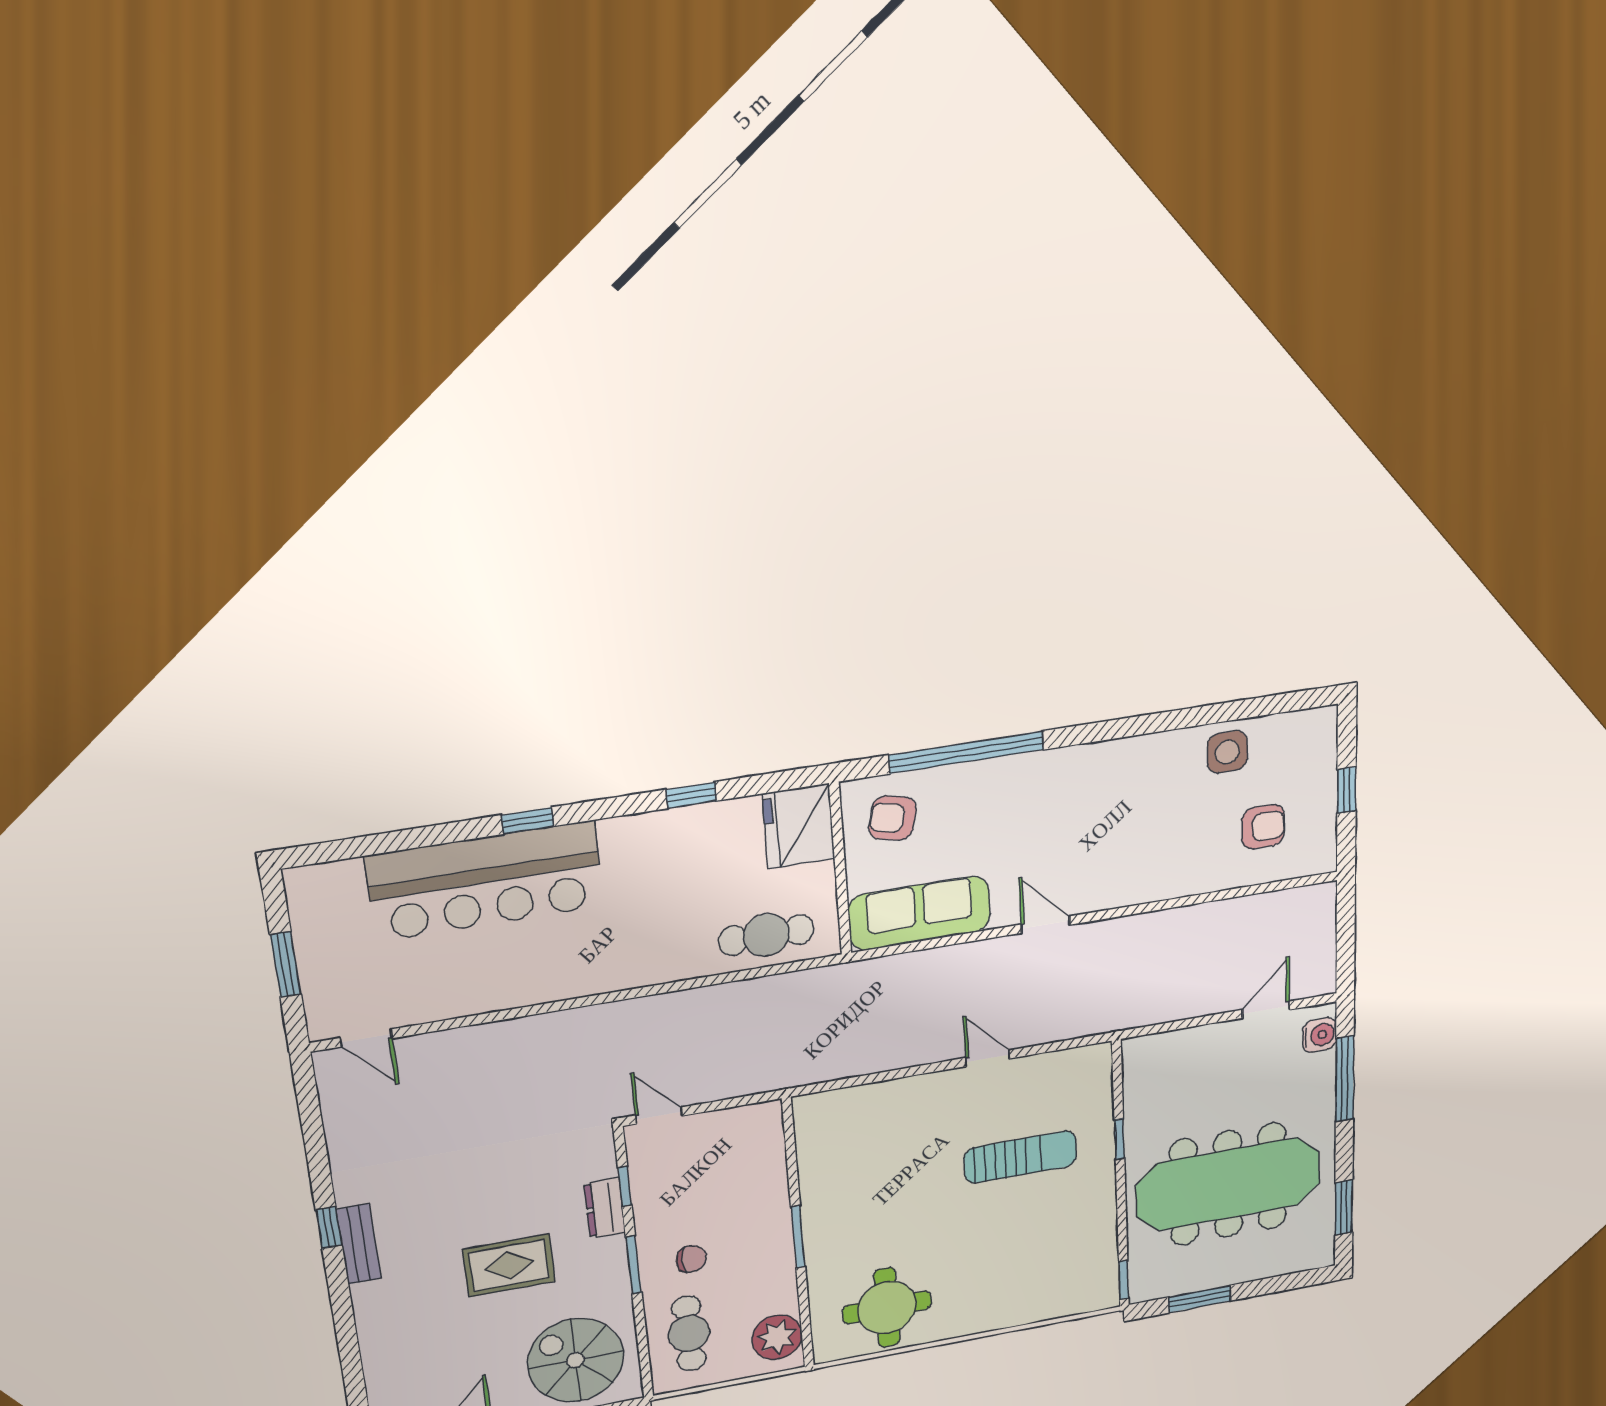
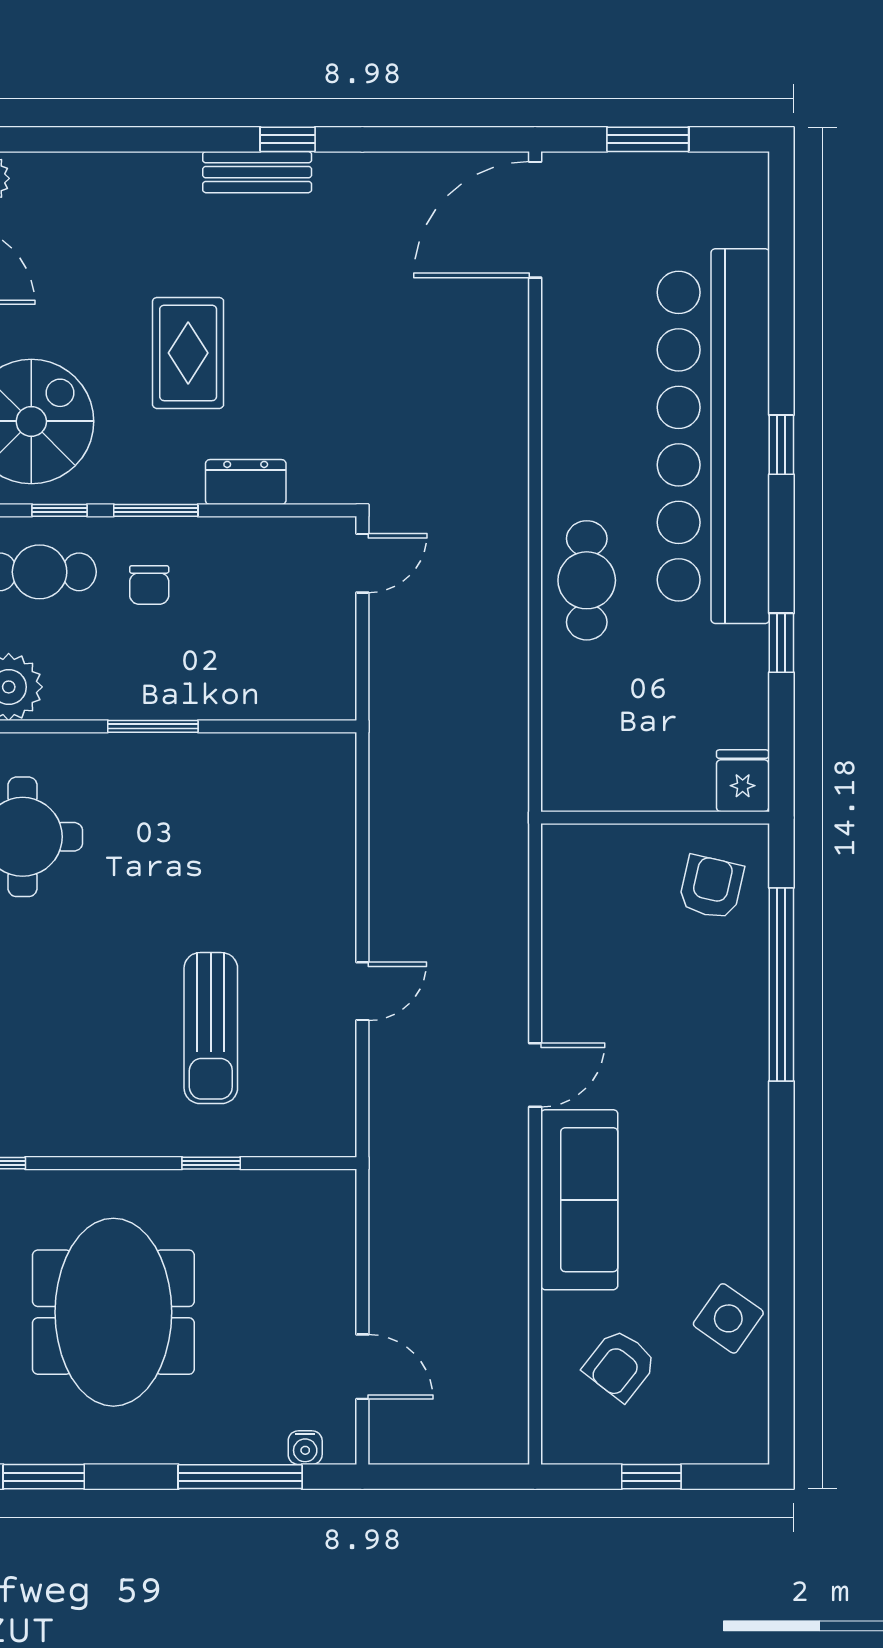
side table: (1227, 752) -> (728, 1318), turned 35
fridge: (799, 826) -> (743, 781), width x0.53, depth x0.75
armchair: (1263, 827) -> (620, 1365), turned 38
bar counter: (485, 881) -> (713, 436), width x1.36
sofa: (919, 913) -> (579, 1200), moved
cafe table: (766, 935) -> (587, 580), moved
water cooler: (1320, 1035) -> (305, 1448), width x0.72, depth x0.72
door: (366, 1038) -> (535, 220), width x1.87
meeting table: (1228, 1184) -> (113, 1312), width x0.73
window: (625, 1186) -> (59, 510), moved

